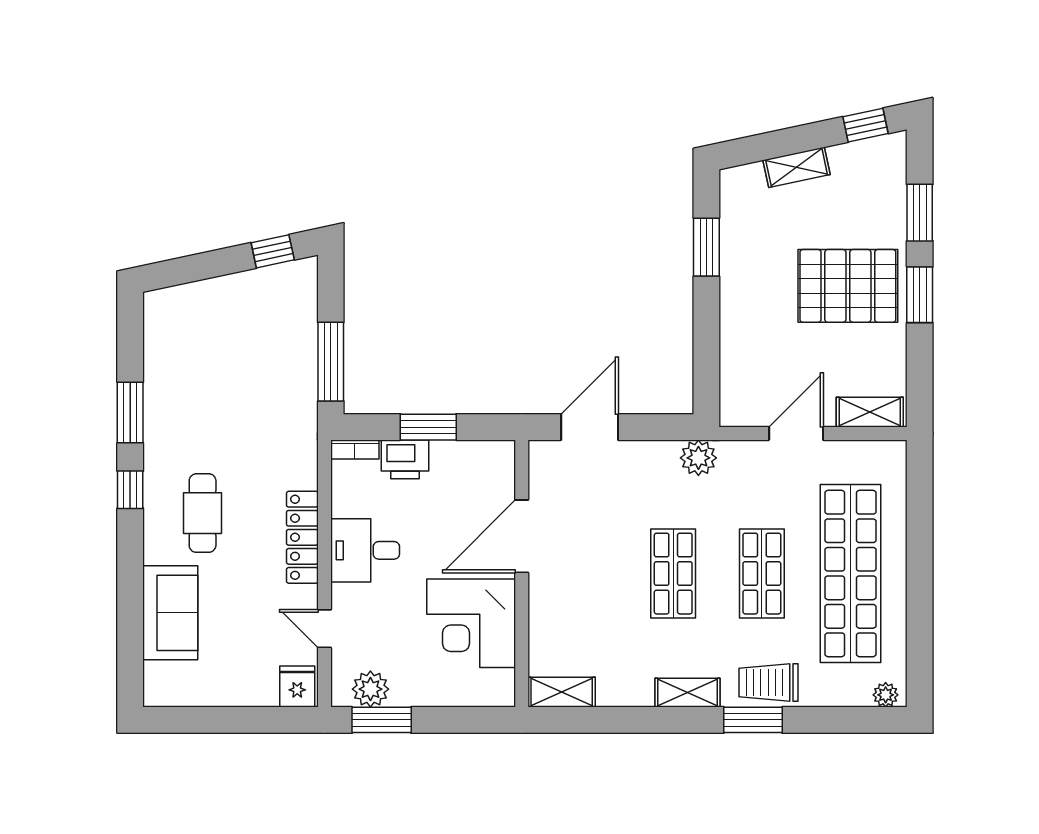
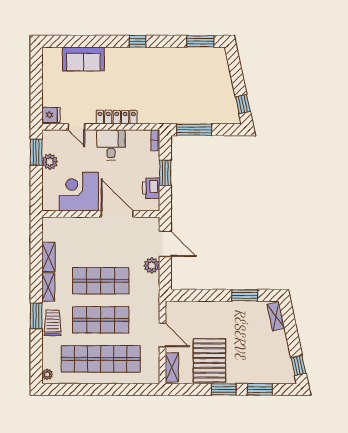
shelving: (797, 167) -> (276, 316), moved
pallet: (848, 286) -> (209, 360), moved
window: (130, 412) -> (200, 41), moved
plant: (698, 458) -> (152, 265), moved
printer: (405, 459) -> (151, 188), moved
cafe table: (203, 513) -> (127, 73), removed
shop shelf: (673, 574) -> (101, 281), width x1.43, depth x1.36
shop shelf: (762, 574) -> (101, 320), width x1.43, depth x1.36
door: (324, 629) -> (76, 127), swing flipped
plant: (370, 689) -> (50, 162), moved
shelving: (562, 692) -> (48, 257), moved

